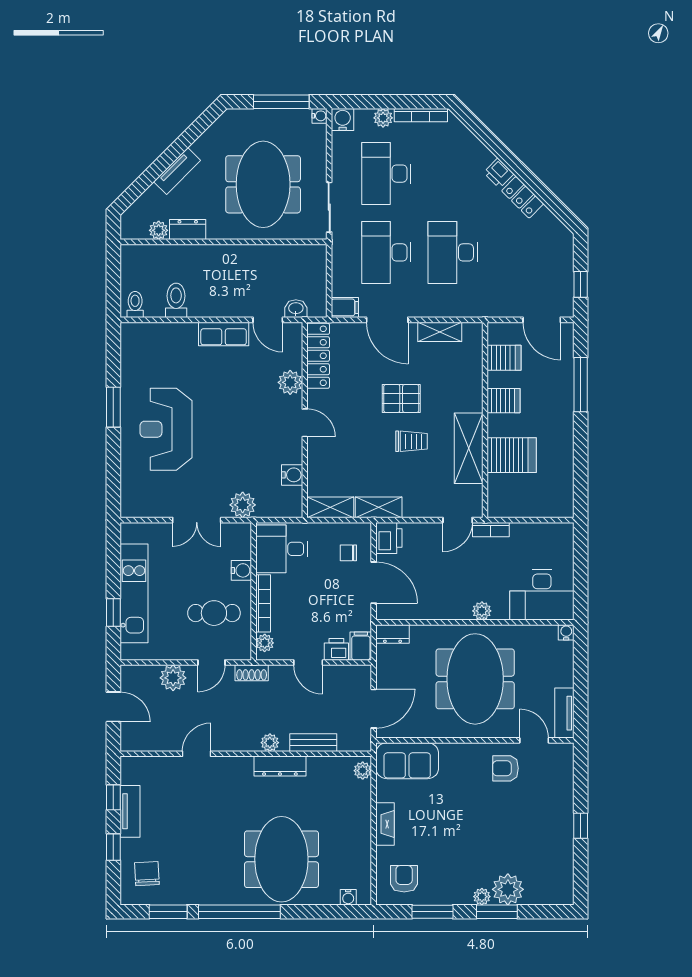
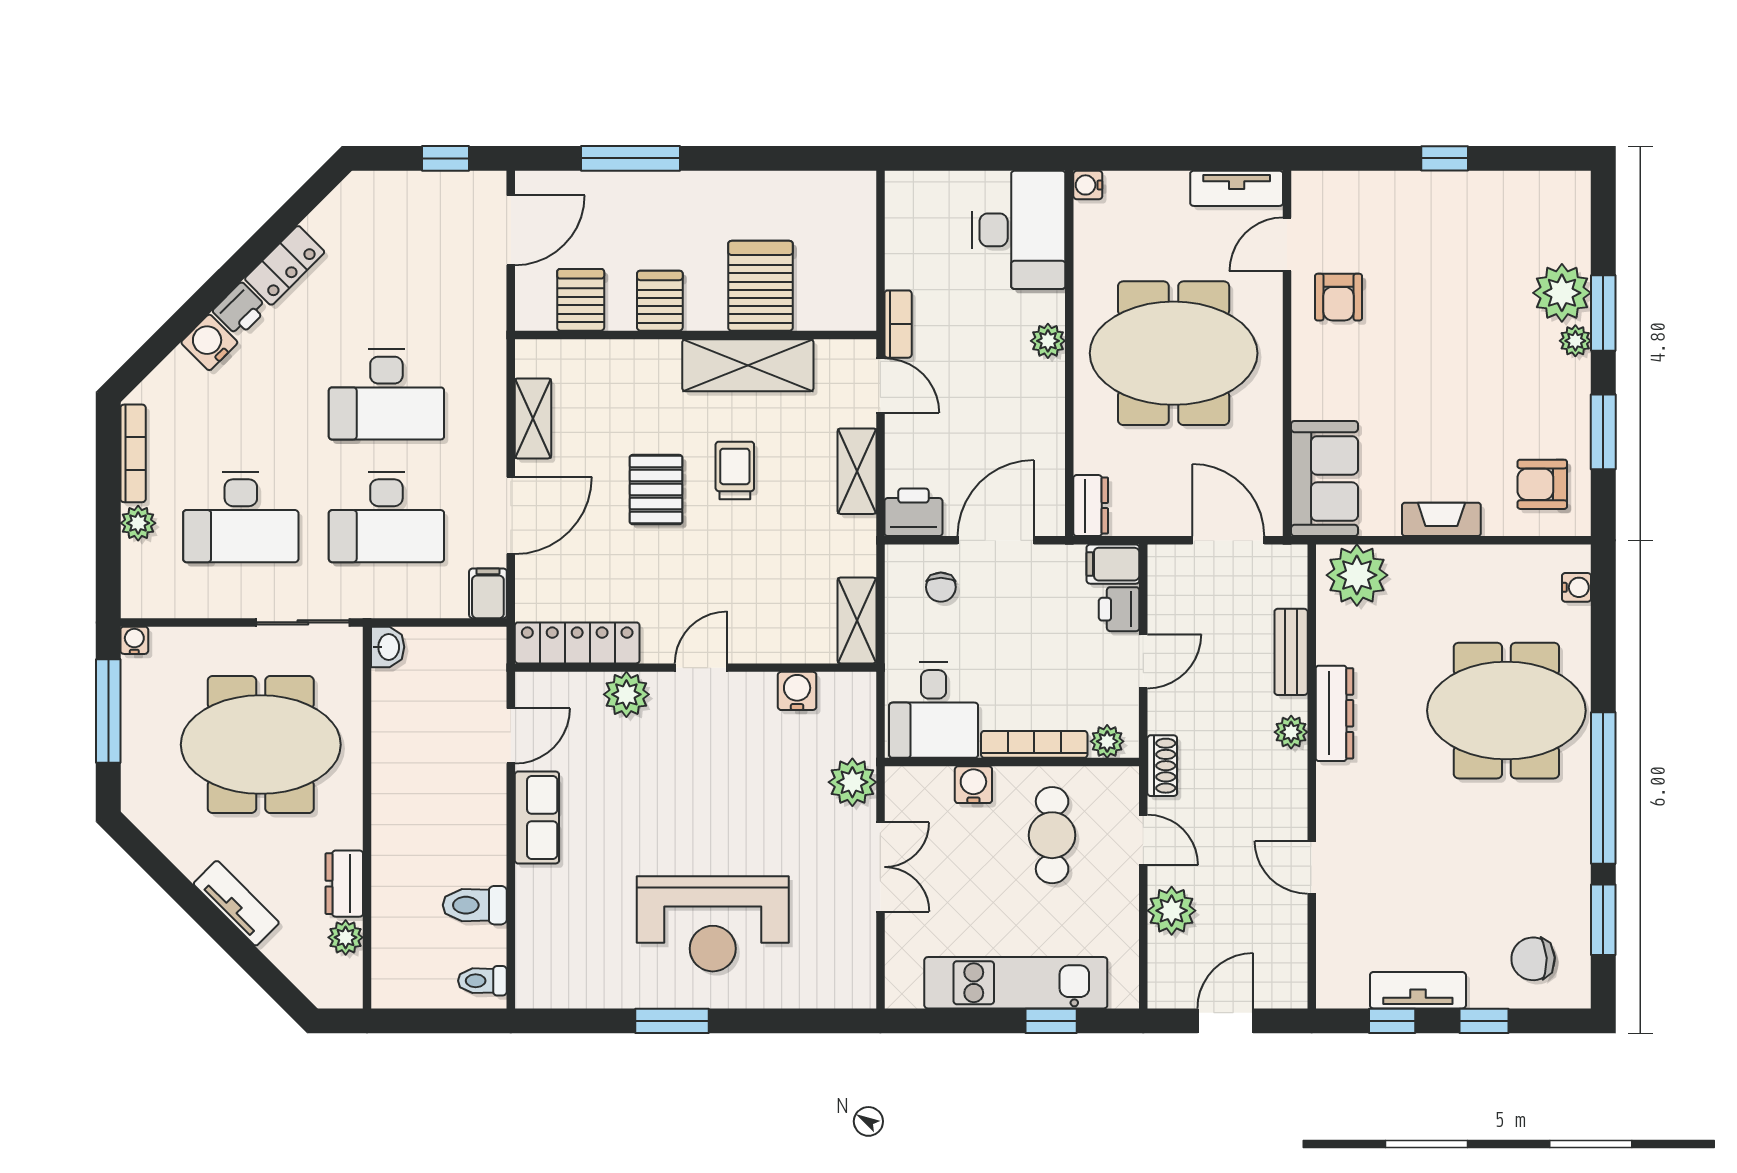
water cooler: (343, 120) -> (209, 342), moved, turned 45
washbasin: (296, 309) -> (388, 647), moved, turned 180
shelving: (379, 507) -> (857, 471), moved
plant: (363, 771) -> (1357, 575), width x1.87, depth x1.87

